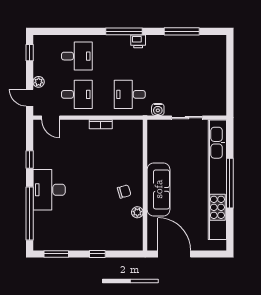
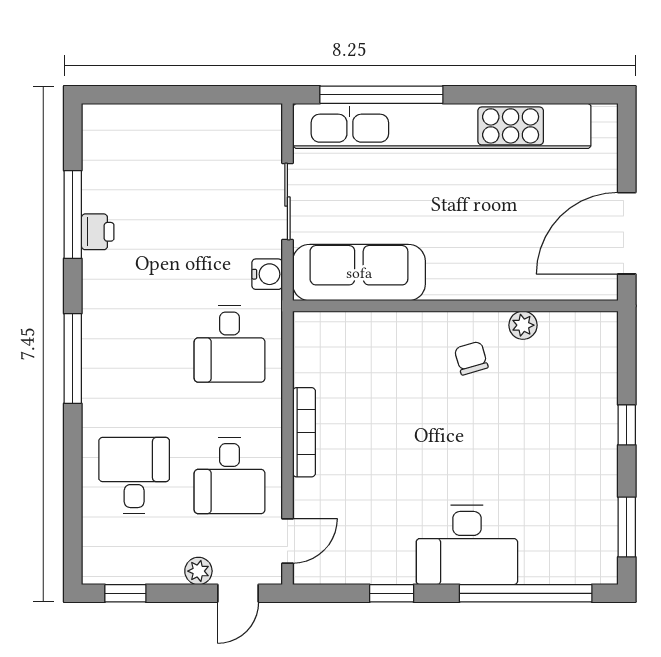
printer: (138, 41) -> (98, 232), moved
desk: (77, 94) -> (230, 476), turned 180
bookcase: (101, 124) -> (304, 432), width x1.56
window: (230, 183) -> (381, 95), moved
sofa: (159, 189) -> (359, 273), moved

